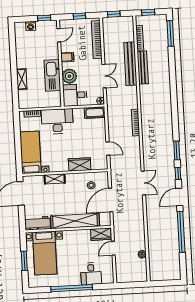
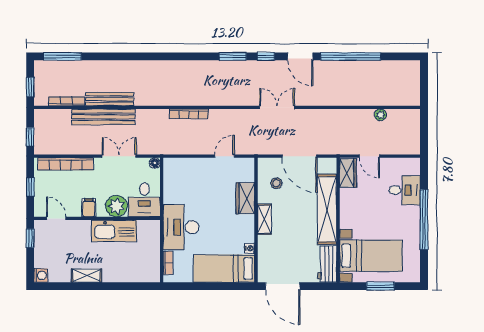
washing machine: (31, 26) -> (41, 275), moved
shelving: (22, 79) -> (87, 276), moved
cot: (95, 113) -> (171, 172), removed
shelving: (55, 179) -> (264, 219), moved

